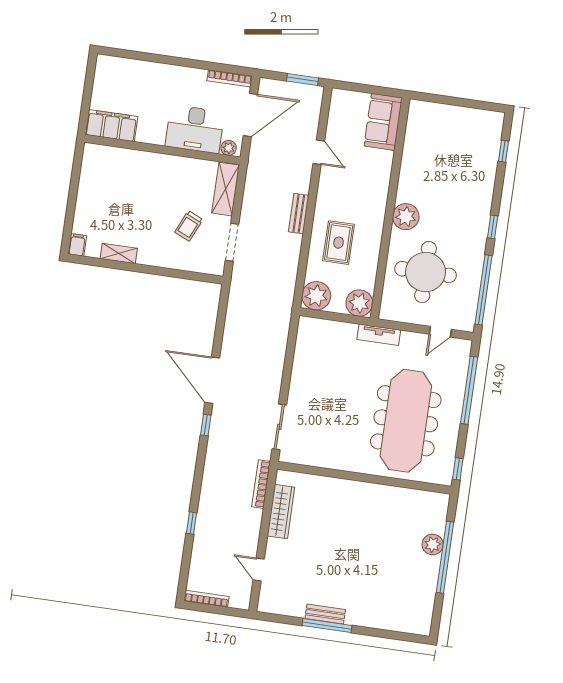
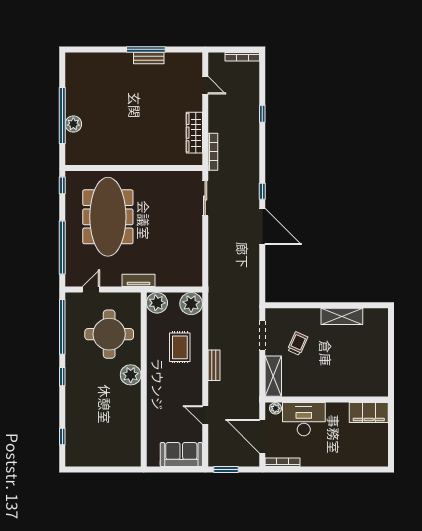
door: (250, 115) -> (262, 436), hinge flipped
sofa: (383, 122) -> (181, 455), moved, turned -90
filing cabinet: (77, 245) -> (382, 316), removed
shelving: (119, 253) -> (342, 316), width x1.50, depth x1.33

